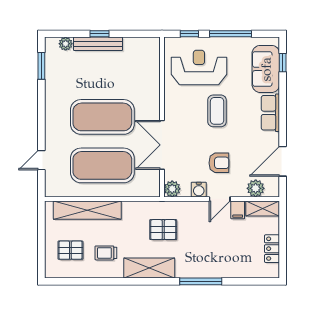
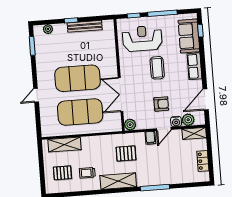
bench: (98, 44) -> (85, 26), moved
door: (41, 160) -> (36, 95), moved
water cooler: (199, 190) -> (176, 122), moved
shelving: (87, 210) -> (64, 145), width x0.68
filing cabinet: (238, 210) -> (150, 138), moved

